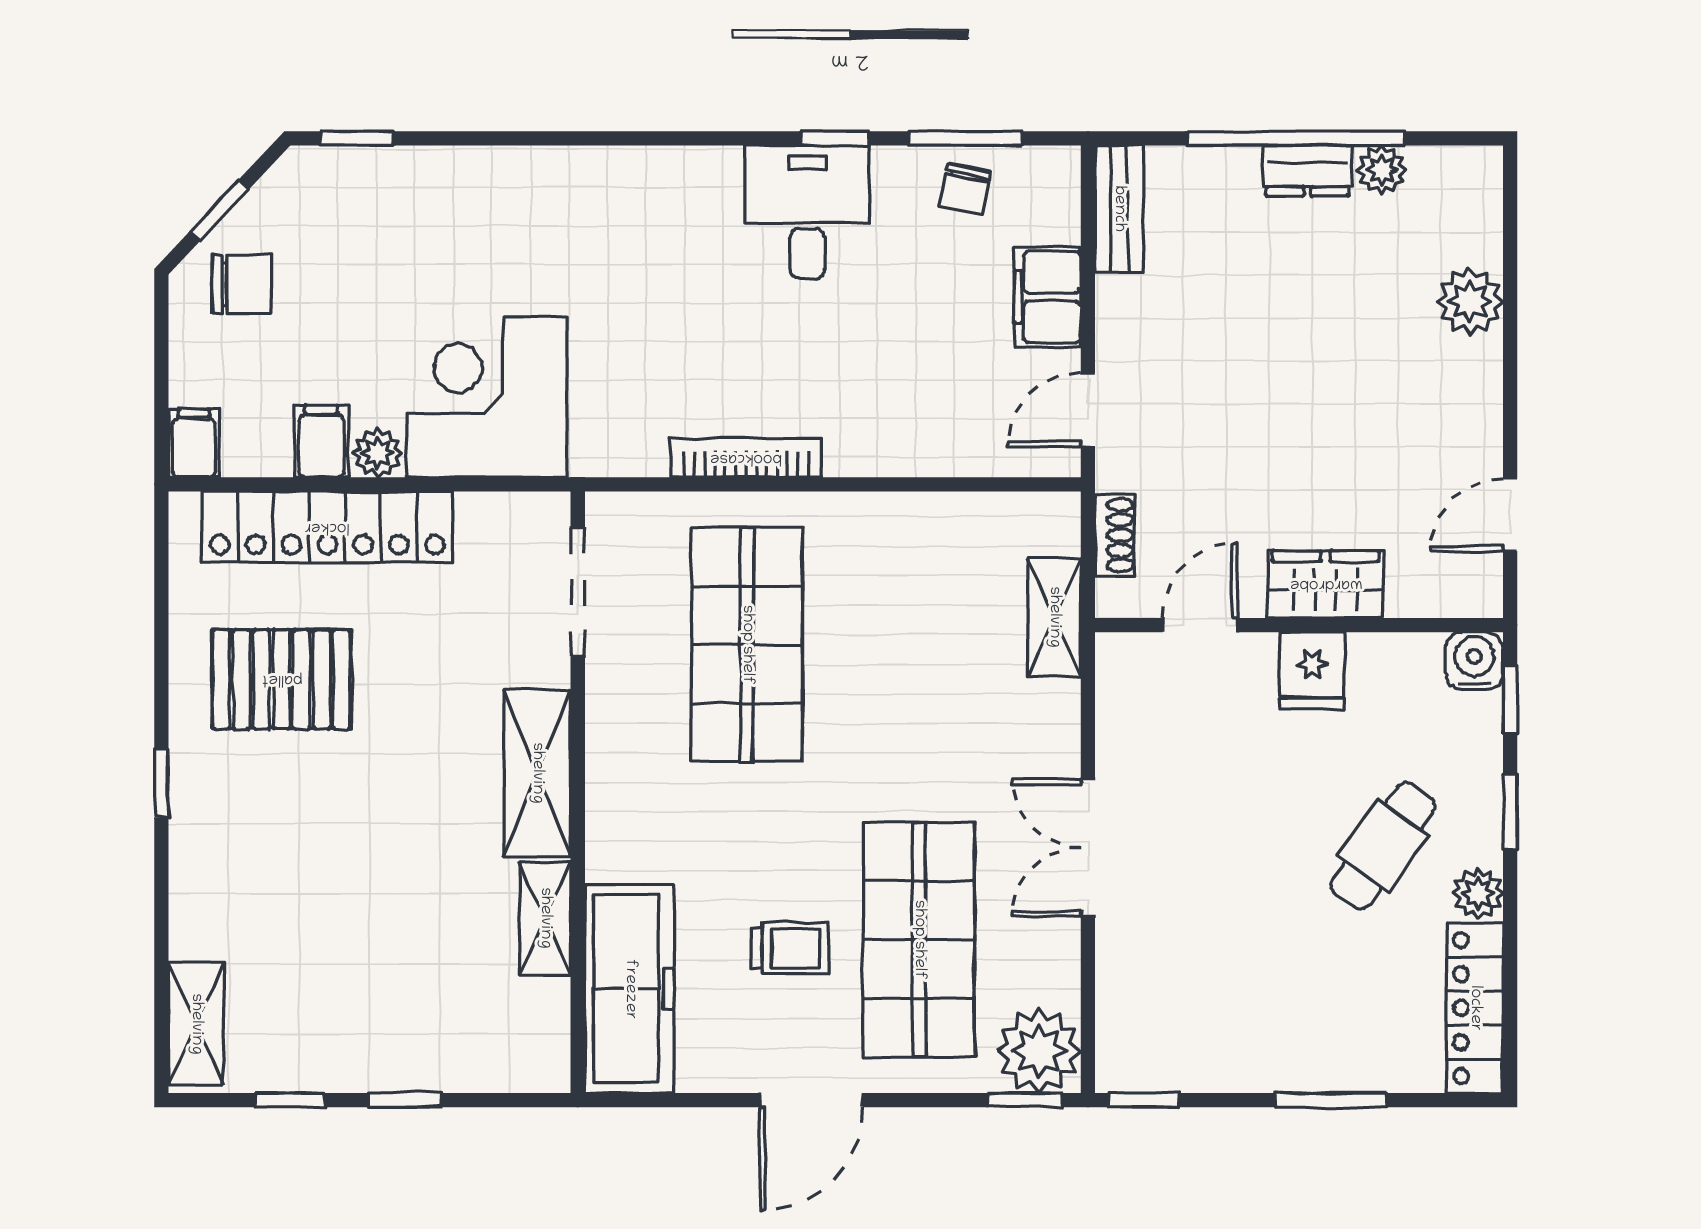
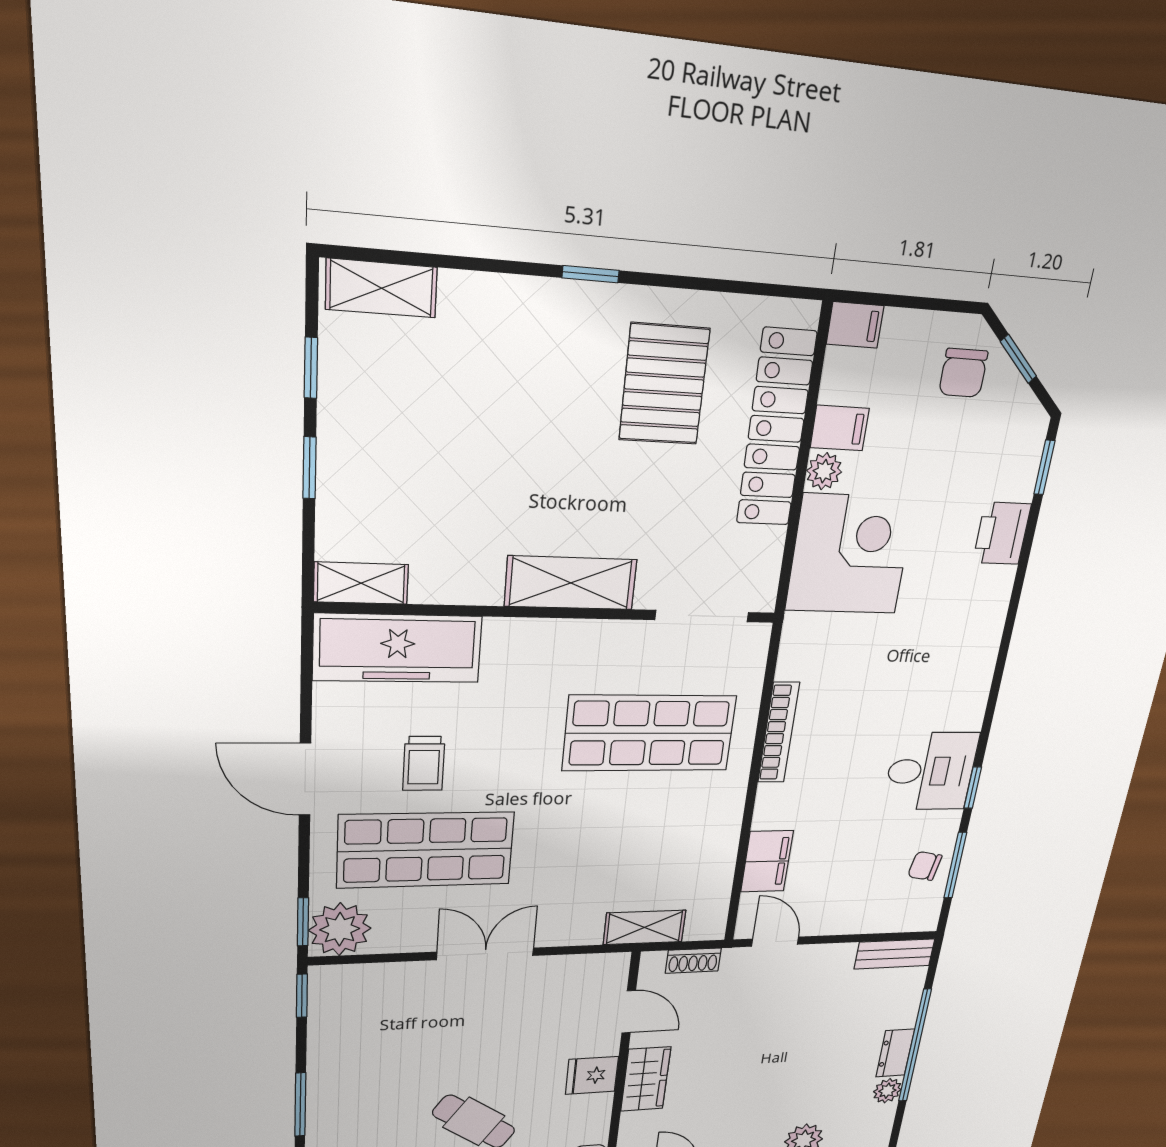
printer: (450, 180) -> (1002, 533), added
filing cabinet: (1048, 297) -> (767, 861), moved, turned 90
shelving: (545, 918) -> (361, 583), moved

